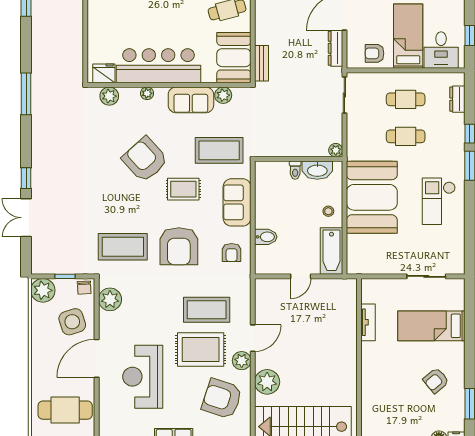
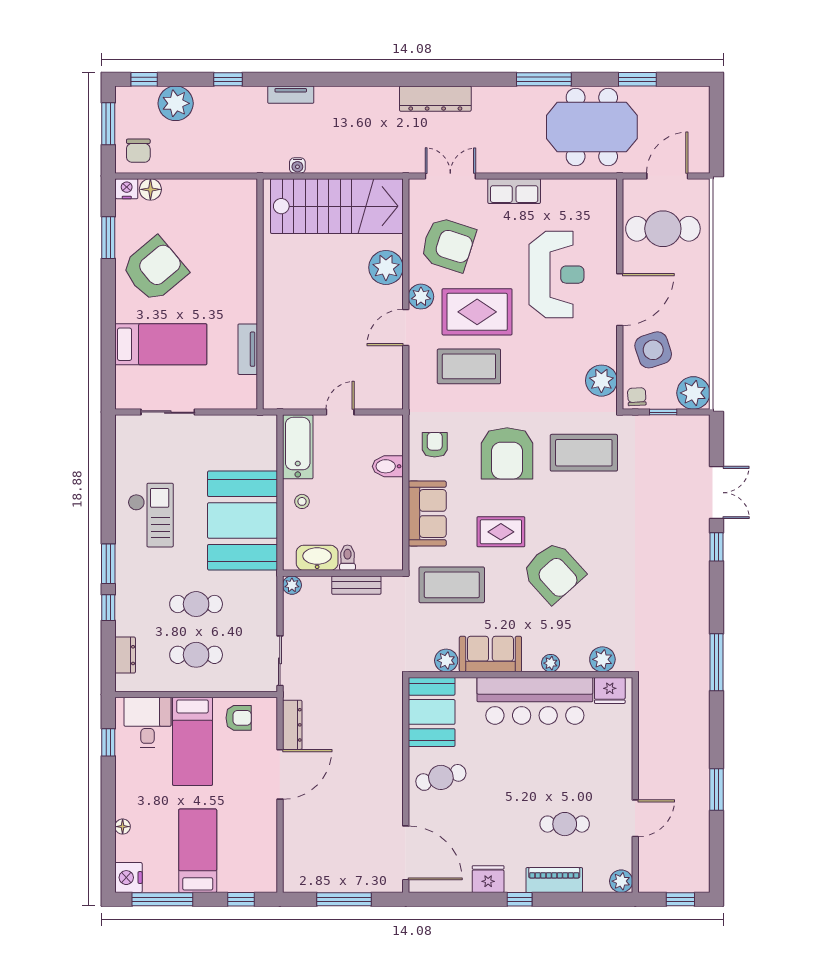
bench: (261, 63) -> (356, 585), moved, turned 90
armchair: (179, 246) -> (507, 453), turned 180
armchair: (436, 380) -> (155, 269), width x1.88, depth x1.88

